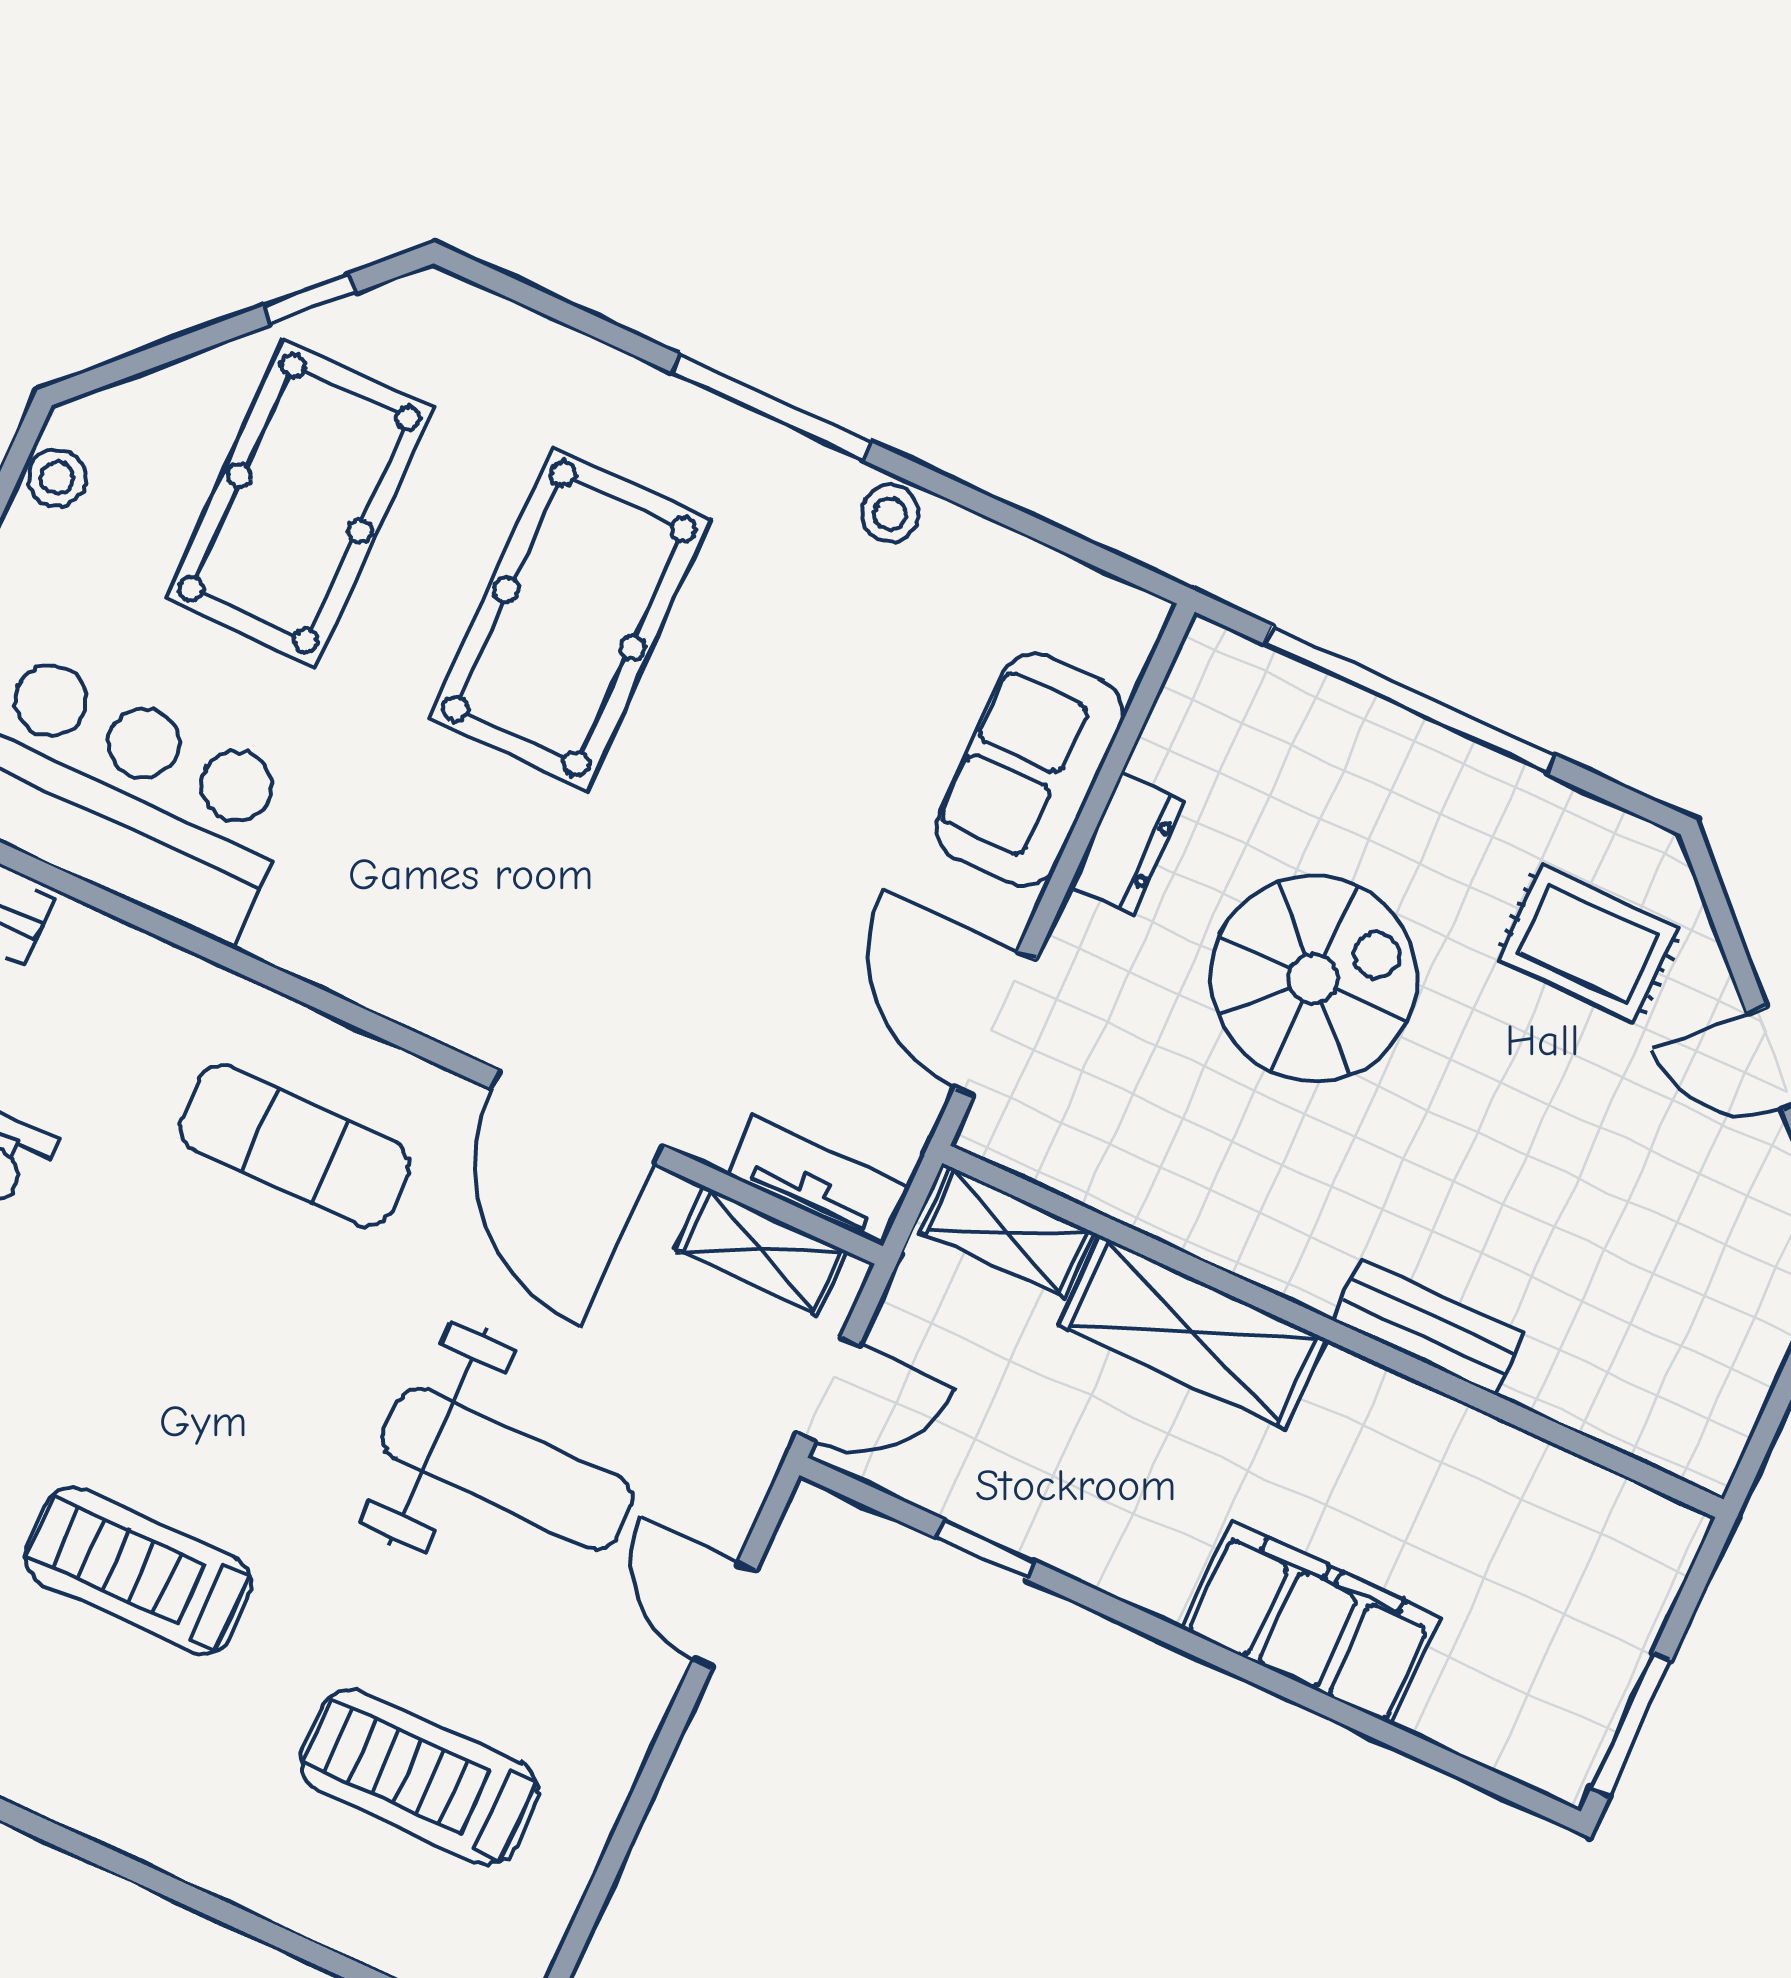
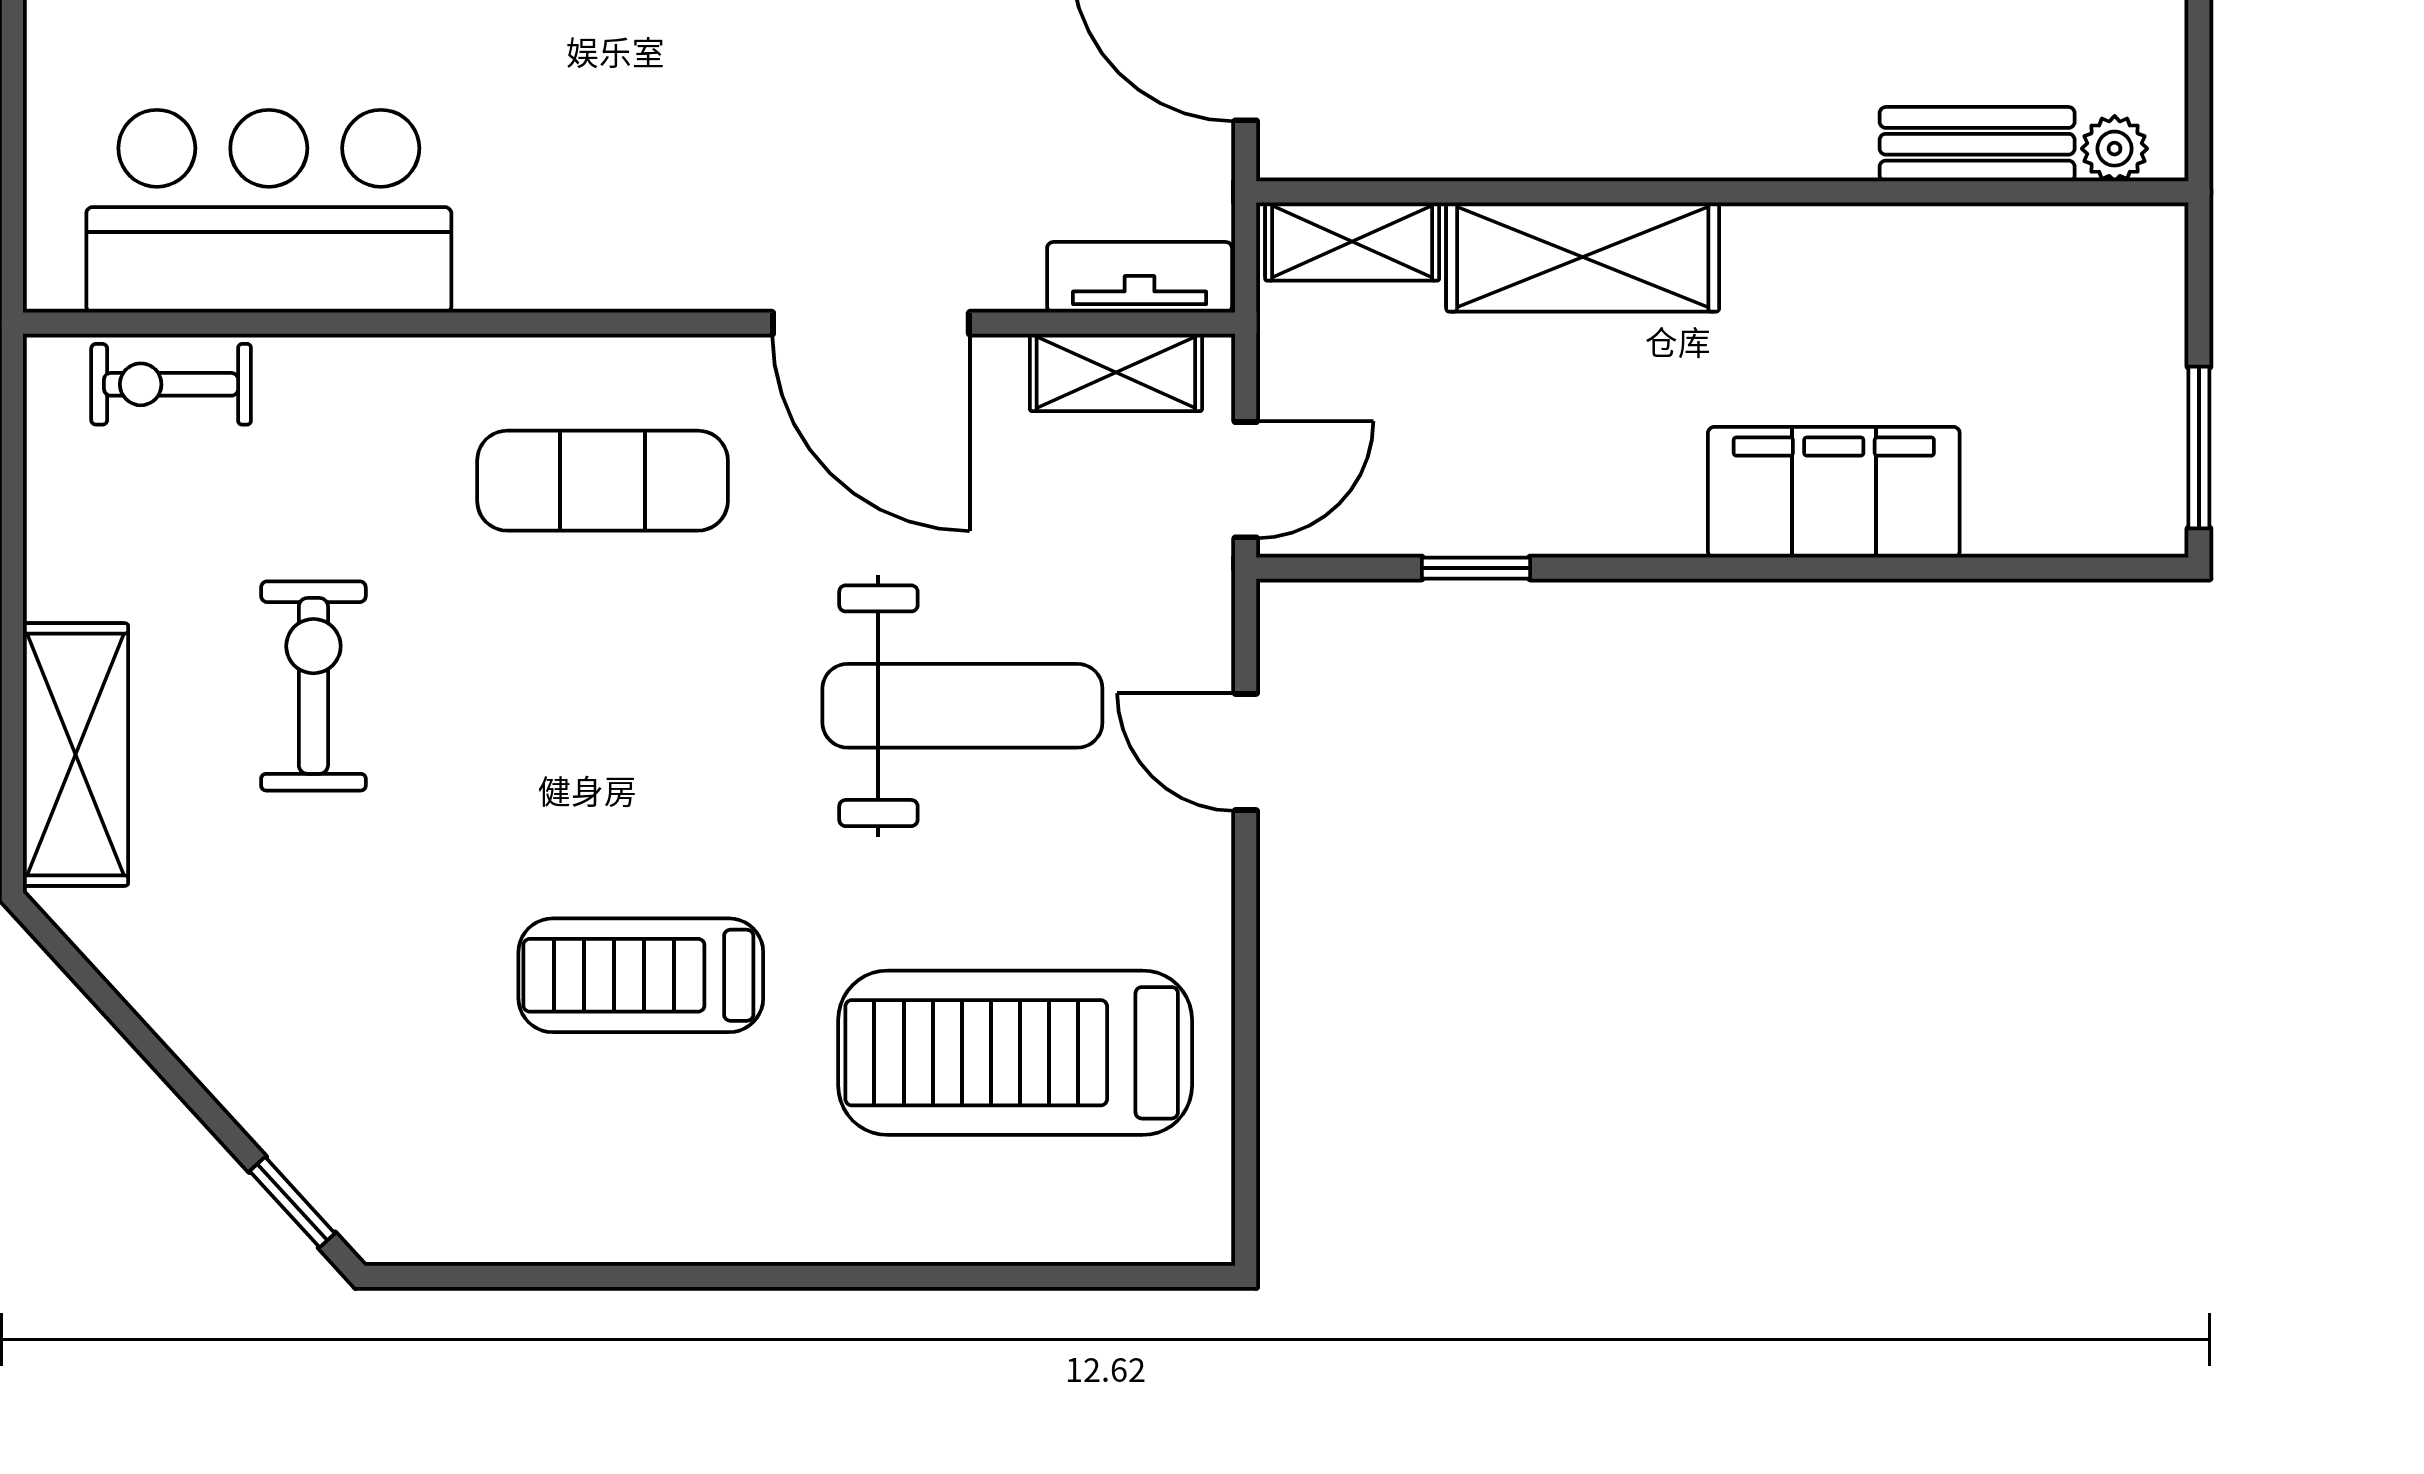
bench: (1428, 1327) -> (1977, 144), moved
plant: (1675, 1444) -> (2115, 149), added
treadmill: (419, 1777) -> (1015, 1053), width x1.37, depth x1.38

